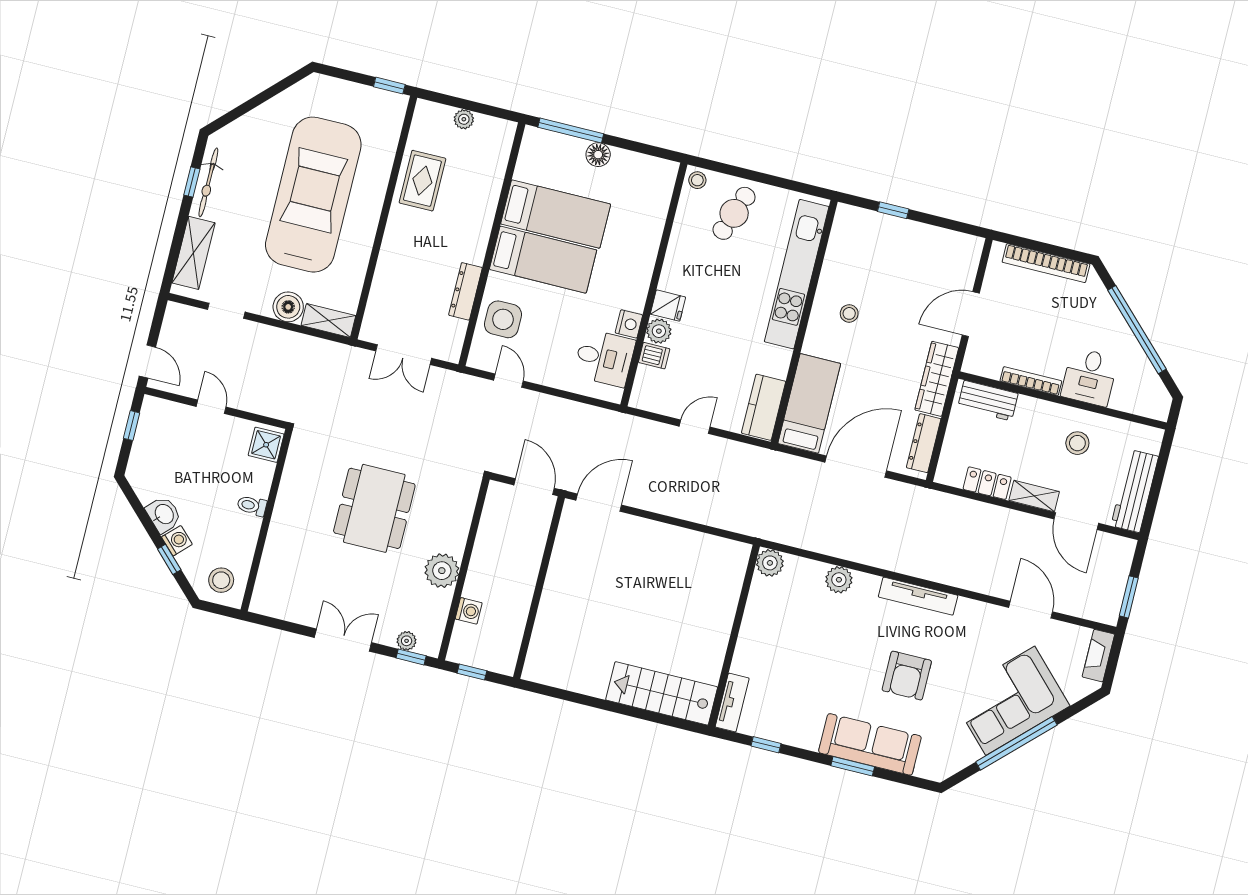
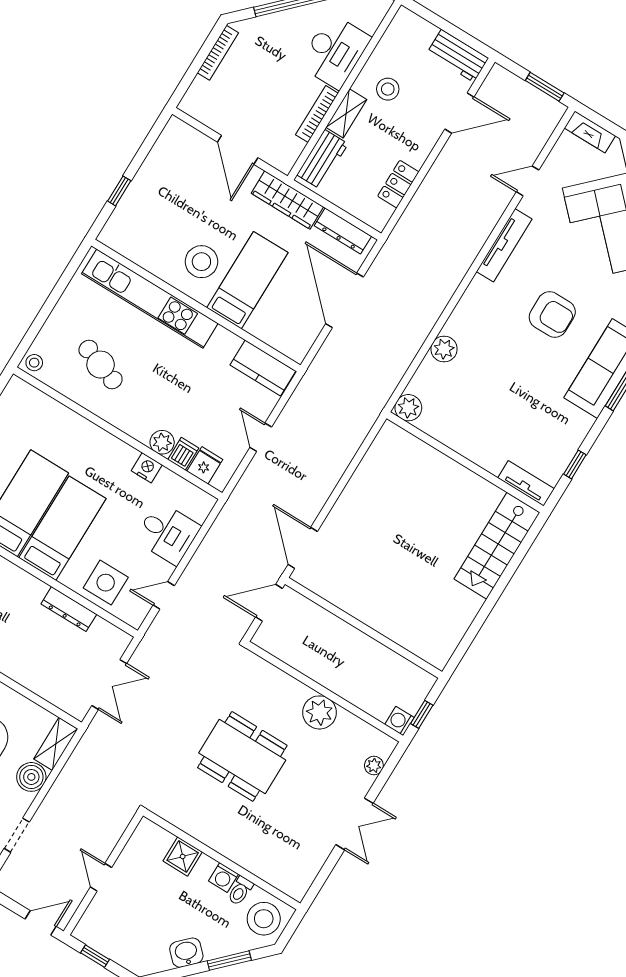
cafe table: (734, 213) -> (101, 365), moved
bookcase: (1046, 263) -> (218, 53), width x0.68, depth x0.76
fridge: (668, 306) -> (205, 465), moved
stool: (849, 313) -> (201, 262), width x1.89, depth x1.89
desk: (604, 358) -> (167, 533), moved, turned 90
desk: (1089, 377) -> (335, 51), width x1.37
bed: (809, 403) -> (247, 280), moved, turned 90
door: (211, 407) -> (101, 877), hinge flipped
shower: (266, 445) -> (183, 856), moved
workbench: (1135, 491) -> (458, 56), width x0.73
shelving: (1034, 496) -> (346, 113), moved
toilet: (252, 506) -> (240, 891), moved
washing machine: (177, 541) -> (223, 878), moved, turned -135
window: (169, 559) -> (229, 961), width x1.50
stool: (221, 580) -> (264, 919), width x1.38, depth x1.38
tv unit: (918, 596) -> (504, 245), moved
door: (1031, 610) -> (528, 181), width x0.73
washing machine: (469, 611) -> (400, 721), moved, turned -90
double door: (343, 640) -> (355, 824), swing flipped
window: (411, 657) -> (390, 766), removed

